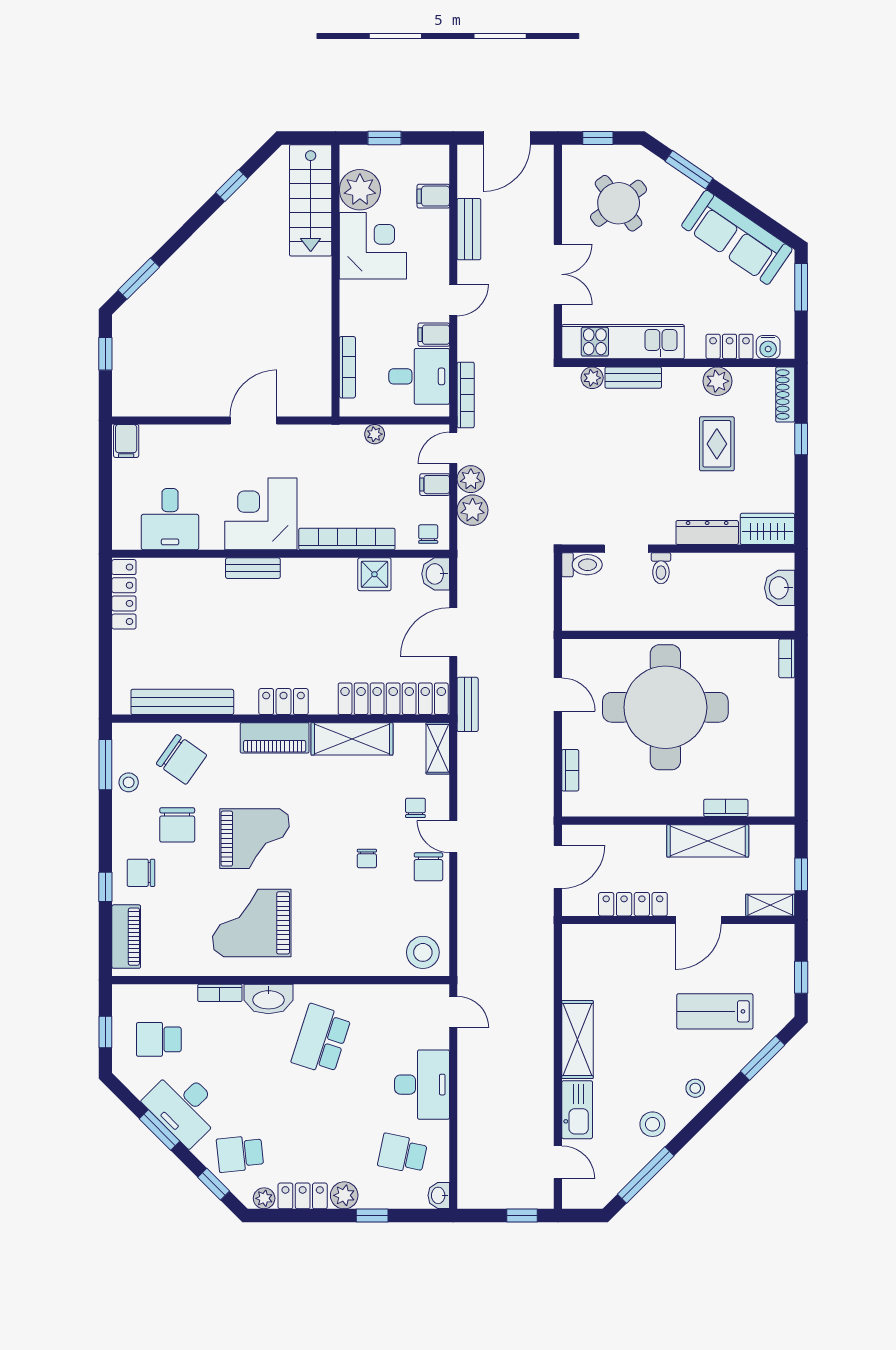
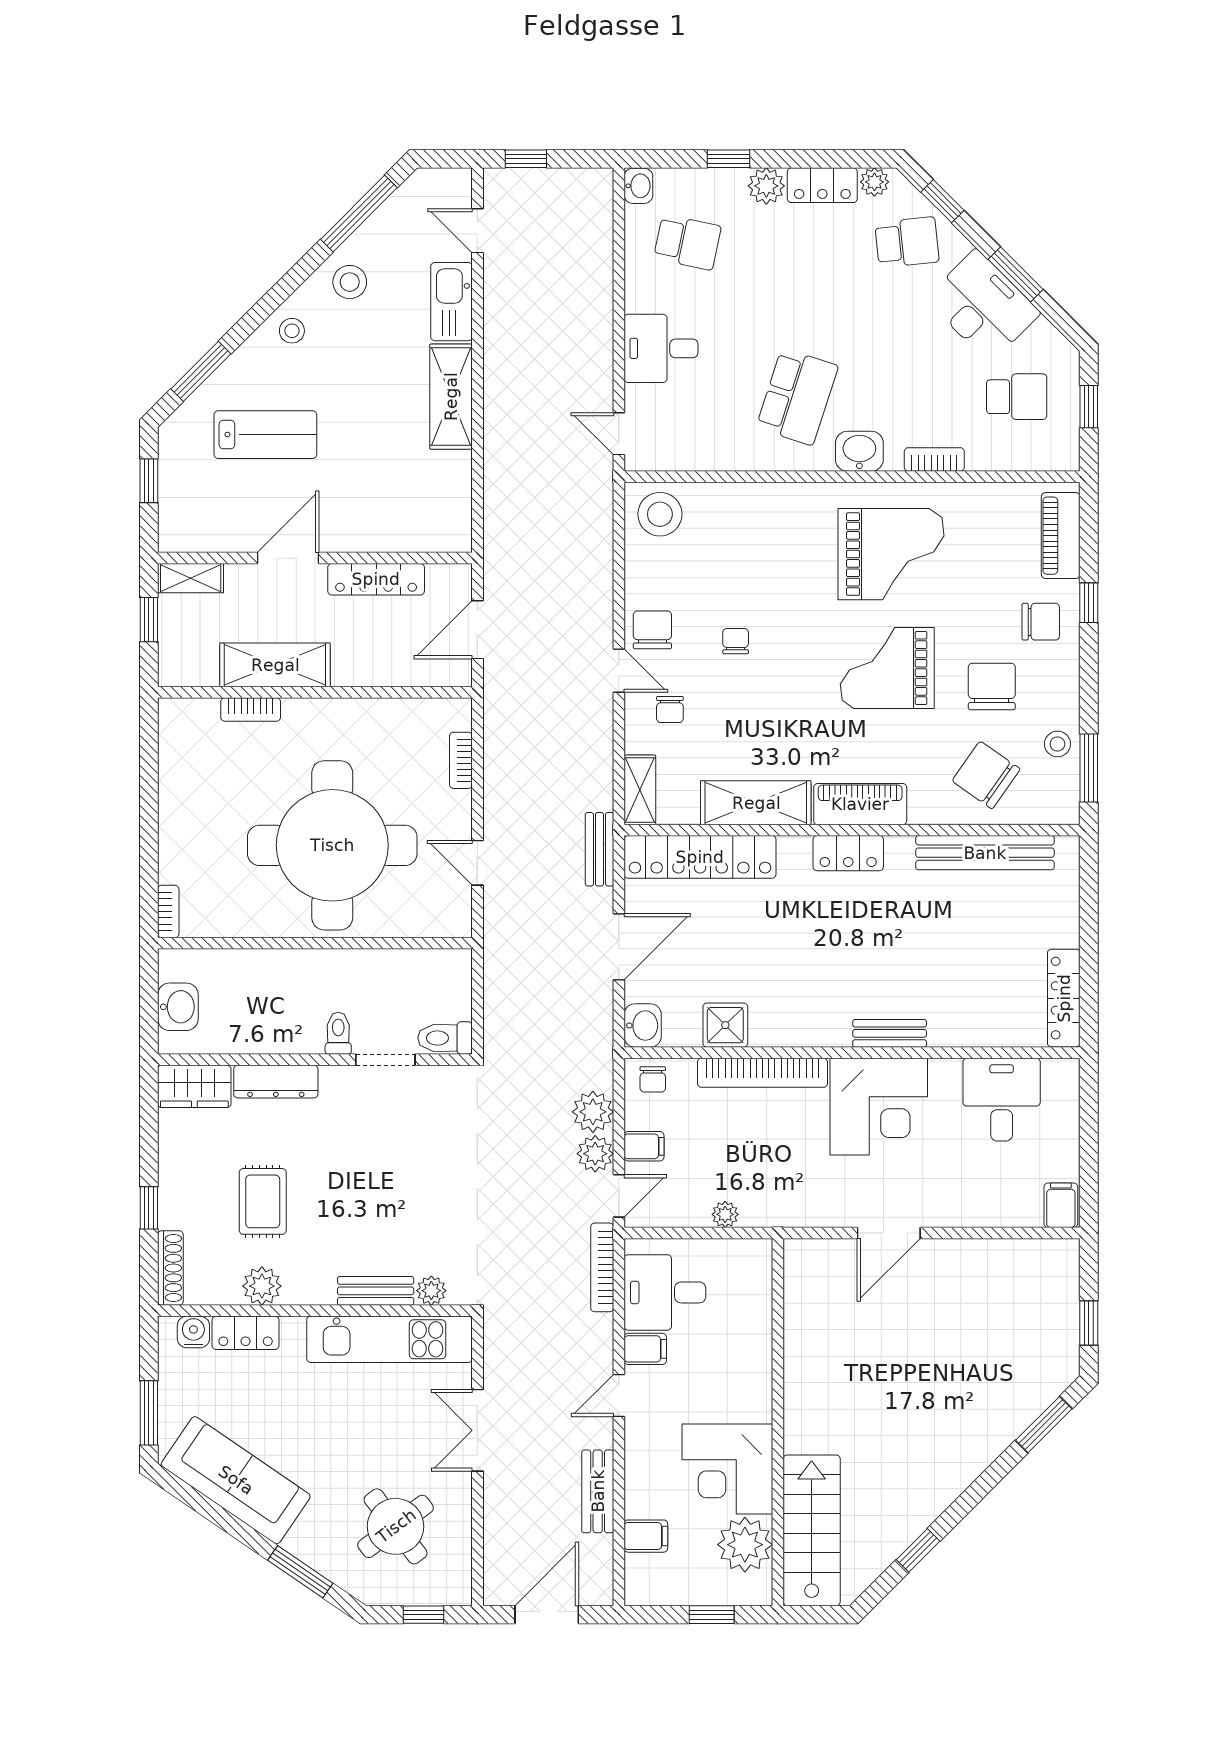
bookcase: (347, 367) -> (762, 1305), removed
washbasin: (268, 999) -> (859, 451), width x0.72
desk: (422, 1085) -> (661, 348), width x0.73

